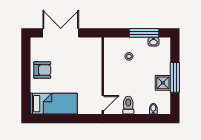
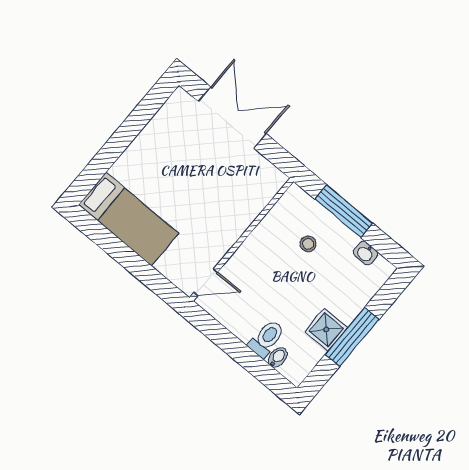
window: (144, 33) -> (344, 211), moved
armchair: (42, 70) -> (155, 152), removed
toilet: (128, 105) -> (266, 339), moved

